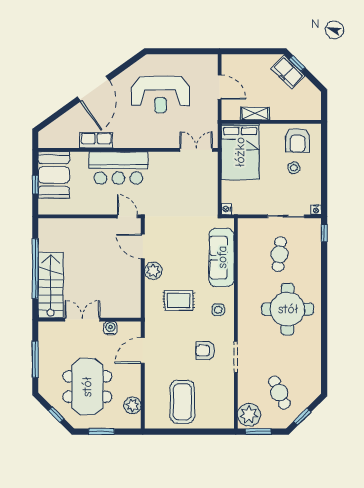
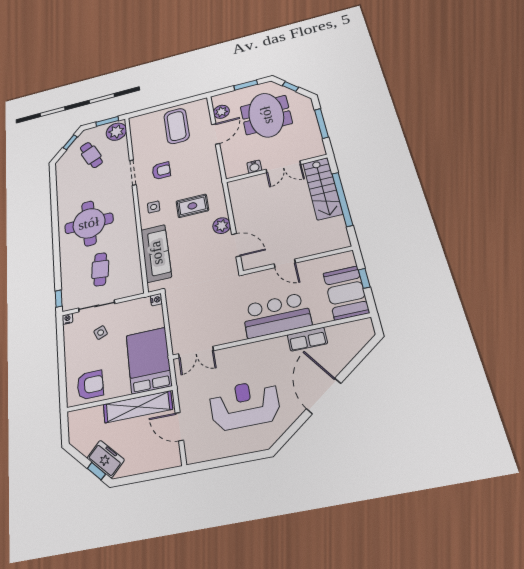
shelving: (255, 114) -> (138, 407), width x2.20, depth x1.33
armchair: (297, 140) -> (90, 385), turned 90
side table: (294, 168) -> (101, 333), moved
door: (127, 216) -> (285, 263), moved
door: (143, 350) -> (216, 134), moved

